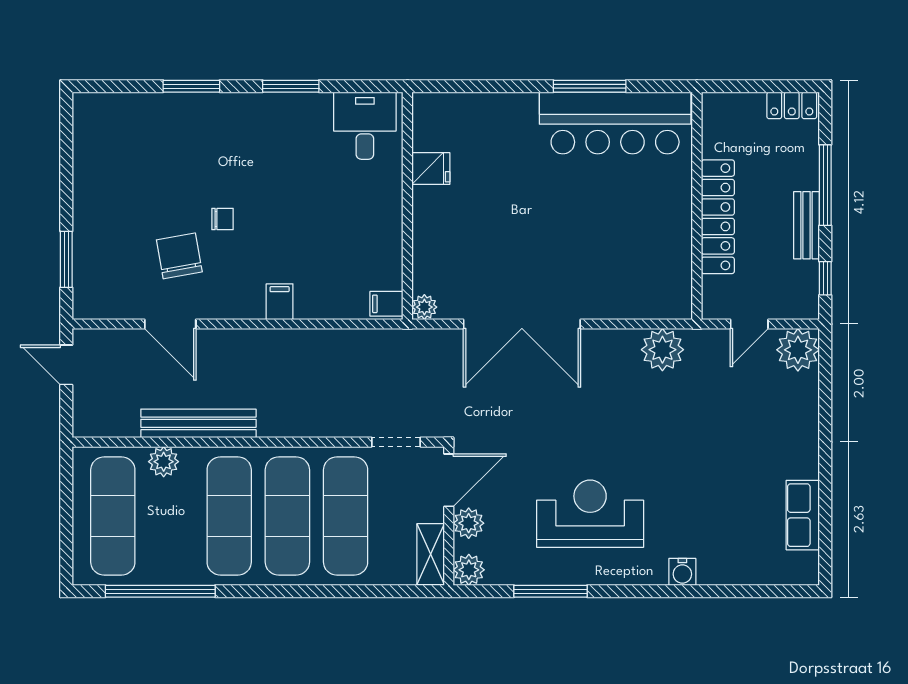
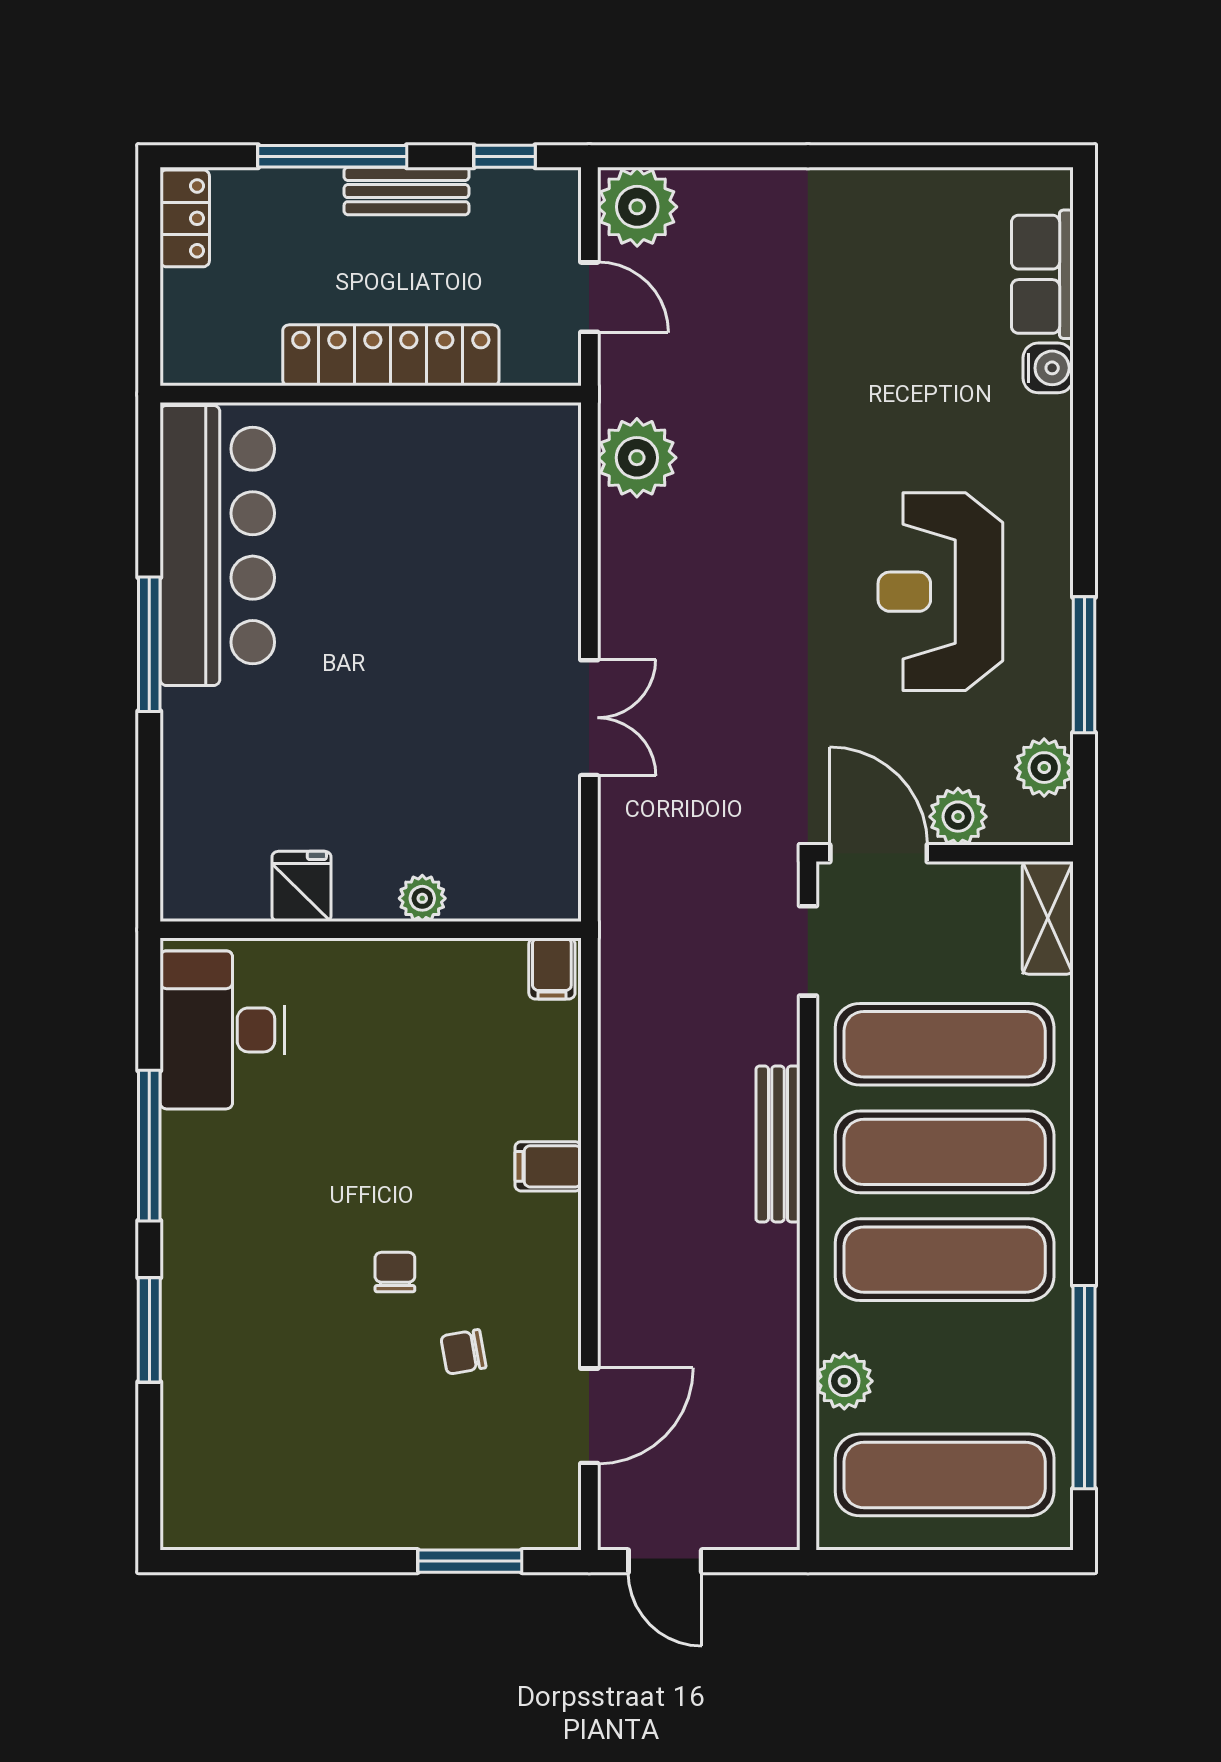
window: (291, 86) -> (149, 1146), width x1.44
window: (590, 86) -> (149, 644), moved
desk: (365, 126) -> (222, 1030), width x1.37
chair: (179, 256) -> (463, 1352), width x0.54, depth x0.54
plant: (424, 307) -> (422, 898), moved
door: (170, 324) -> (589, 1416), moved
double door: (522, 324) -> (589, 718), width x0.54
door: (66, 365) -> (665, 1561), hinge flipped
bench: (198, 423) -> (778, 1144), moved, width x0.73, depth x0.82
row of seats: (803, 515) -> (1042, 274), moved, turned 90
shelving: (431, 554) -> (1048, 918), moved, turned 90
plant: (469, 570) -> (1044, 768), moved
water cooler: (682, 572) -> (1048, 368), moved

